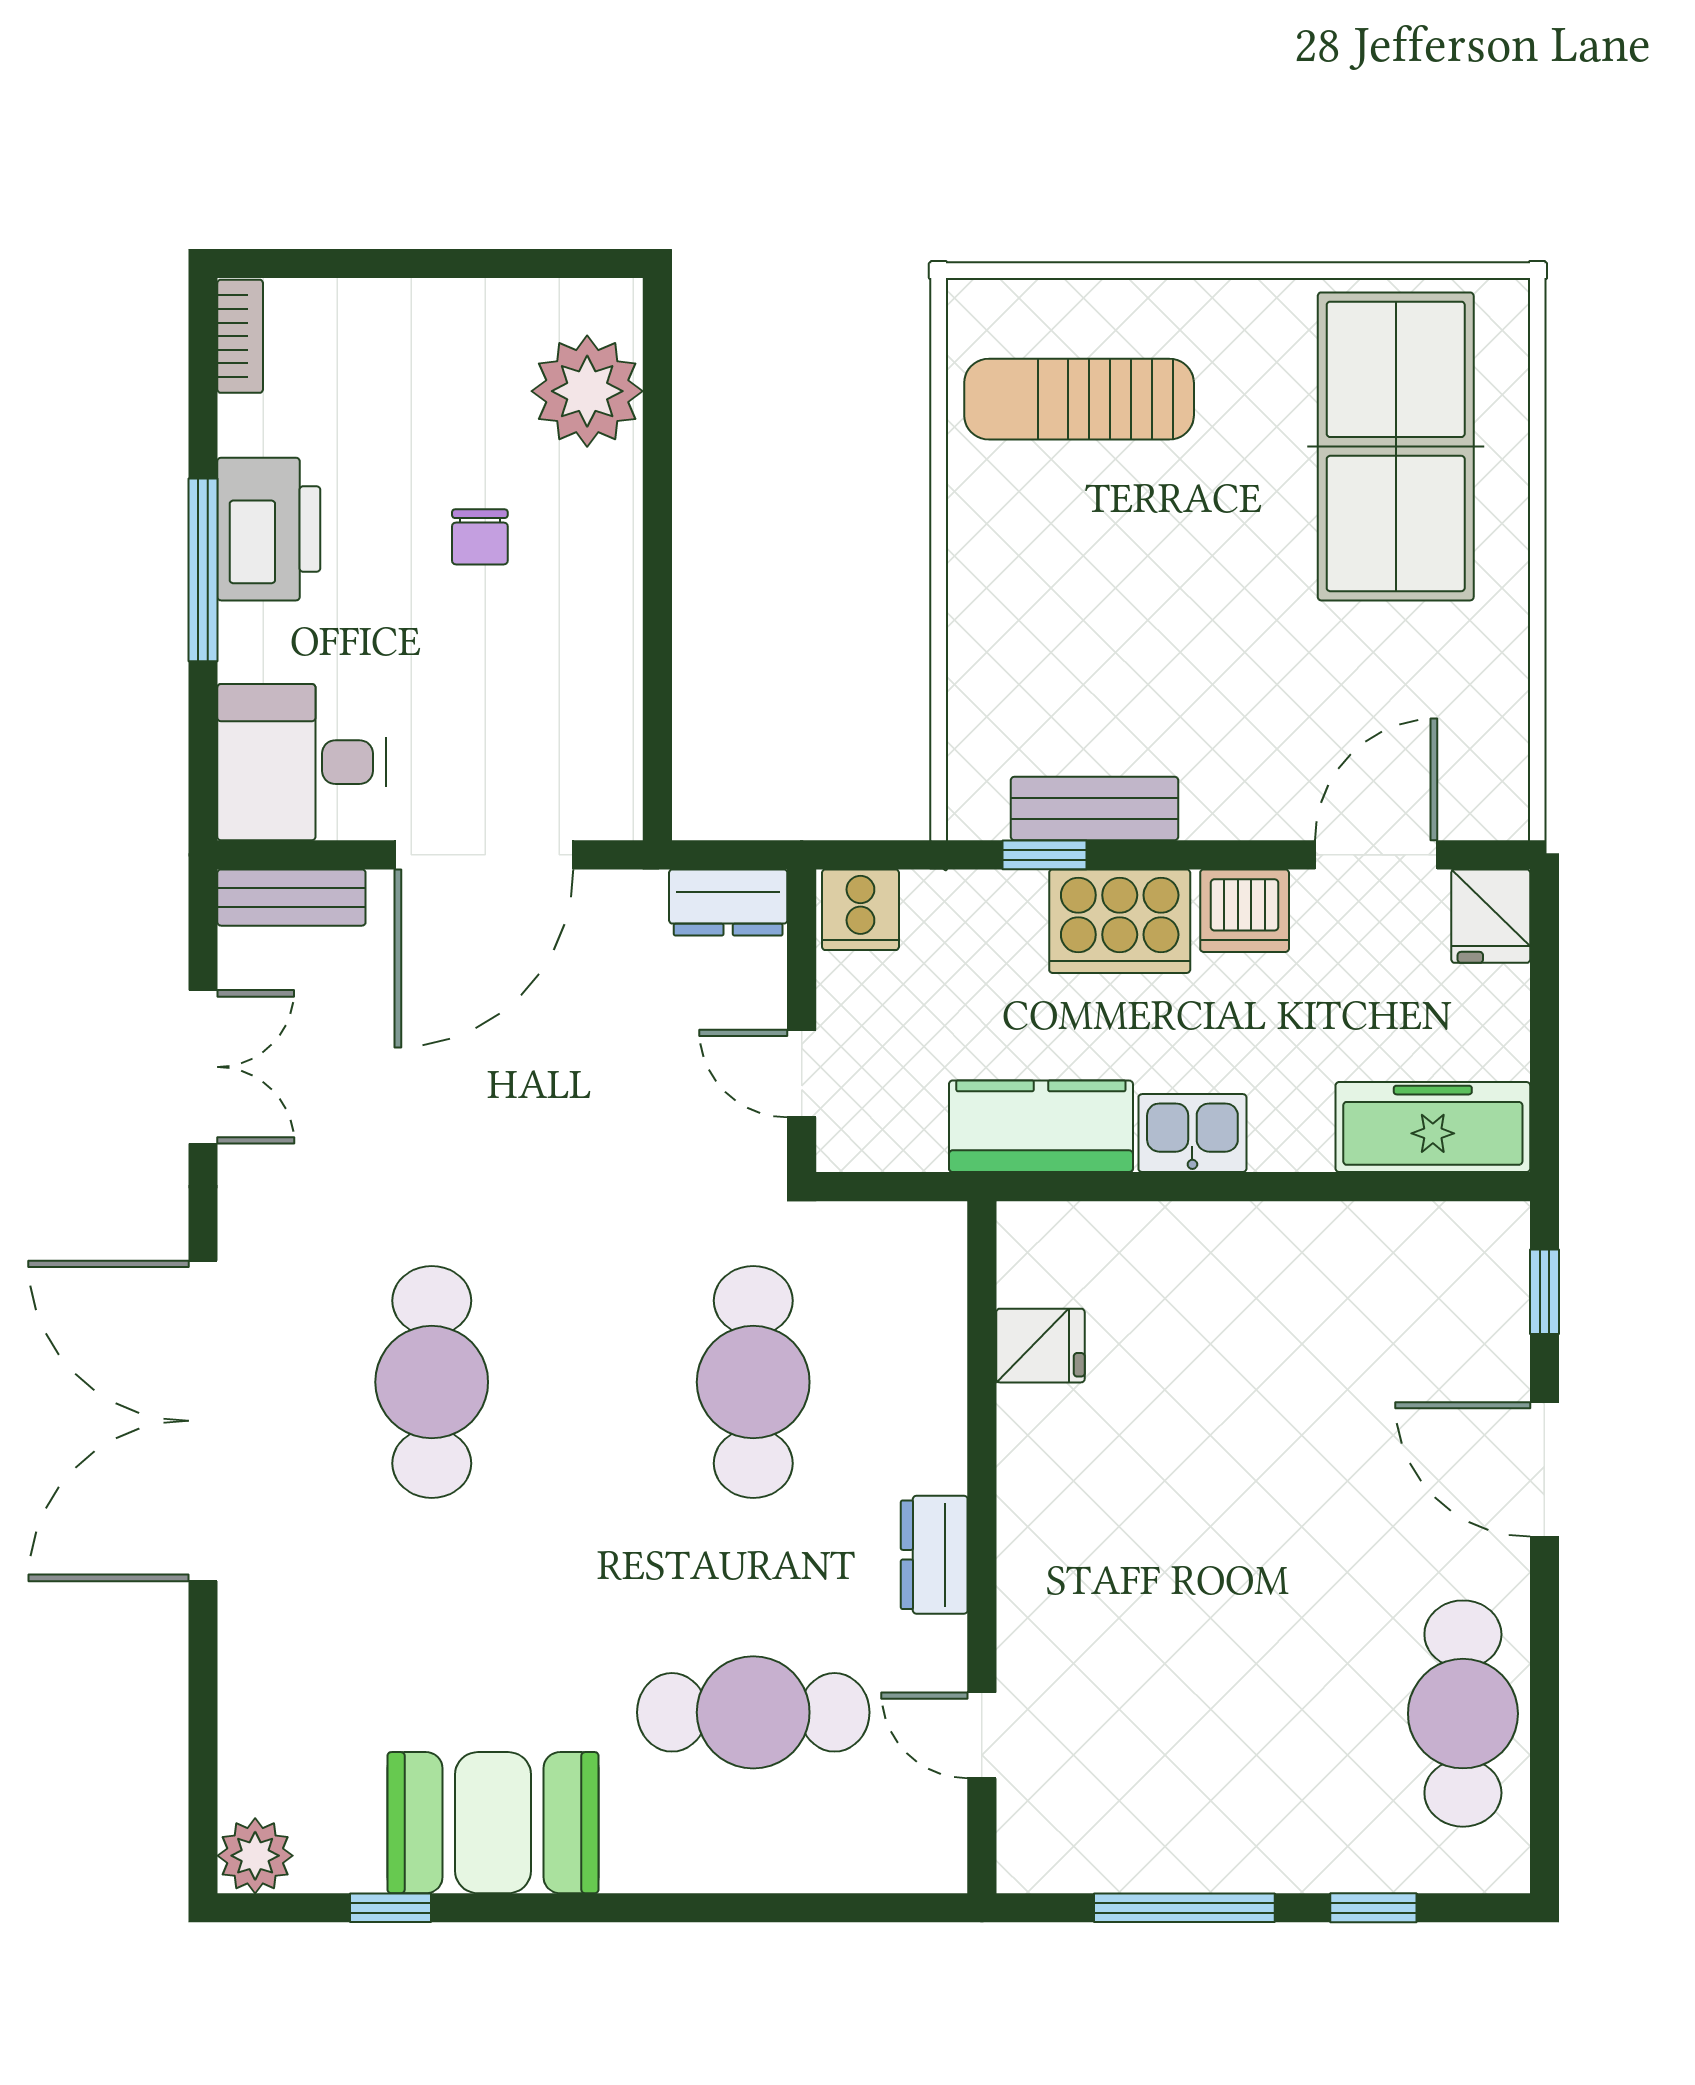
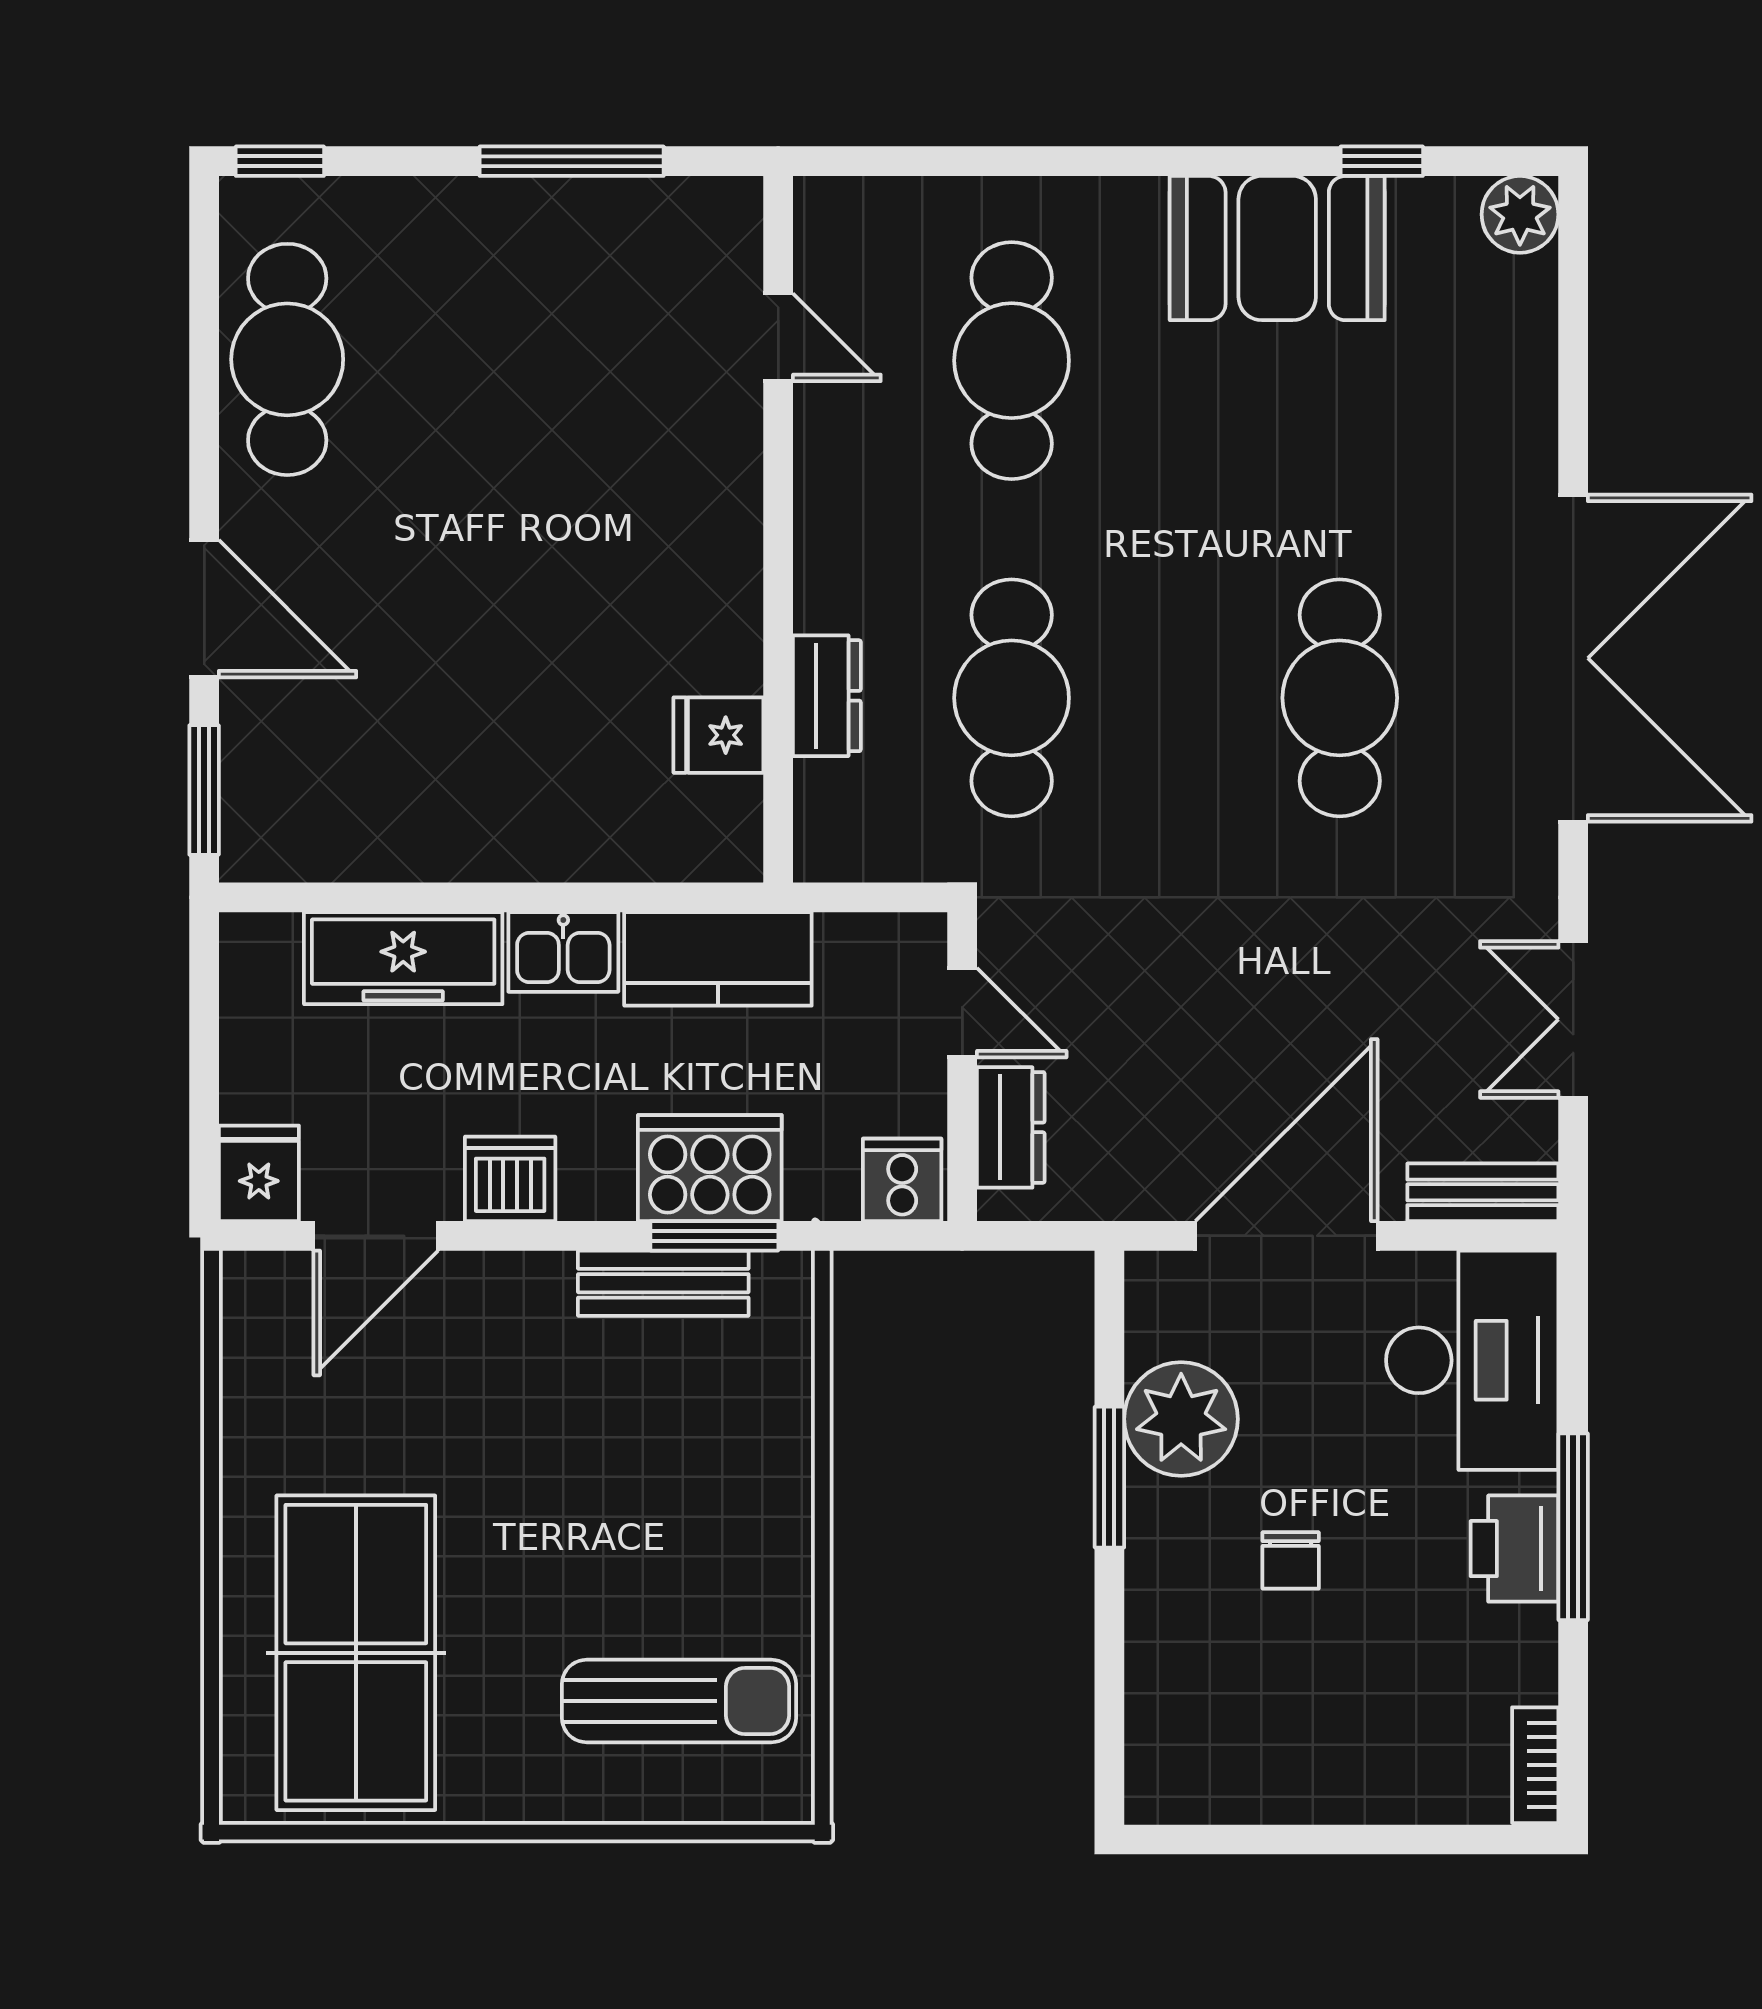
plant: (587, 391) -> (1181, 1419), moved
printer: (269, 529) -> (1515, 1549), width x0.73, depth x0.84
chair: (480, 537) -> (1291, 1560), turned 180
window: (657, 618) -> (1109, 1477), added
desk: (302, 762) -> (1472, 1360), width x1.37
window: (1045, 855) -> (714, 1236), width x1.50
dresser: (728, 902) -> (1011, 1127), moved, turned 90
cooker: (1120, 921) -> (710, 1168), moved
freezer: (1433, 1127) -> (403, 958), moved
window: (1544, 1292) -> (204, 790), width x1.50
dresser: (934, 1555) -> (827, 696), moved
cafe table: (753, 1712) -> (1012, 361), turned 90
window: (1373, 1908) -> (280, 161), moved

